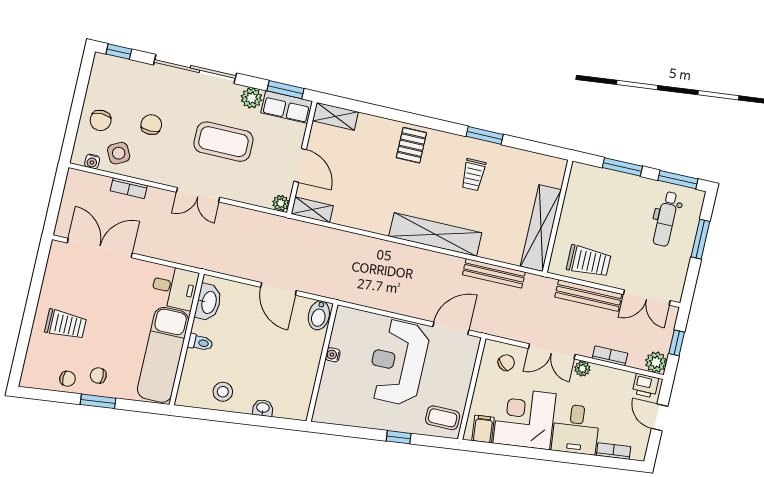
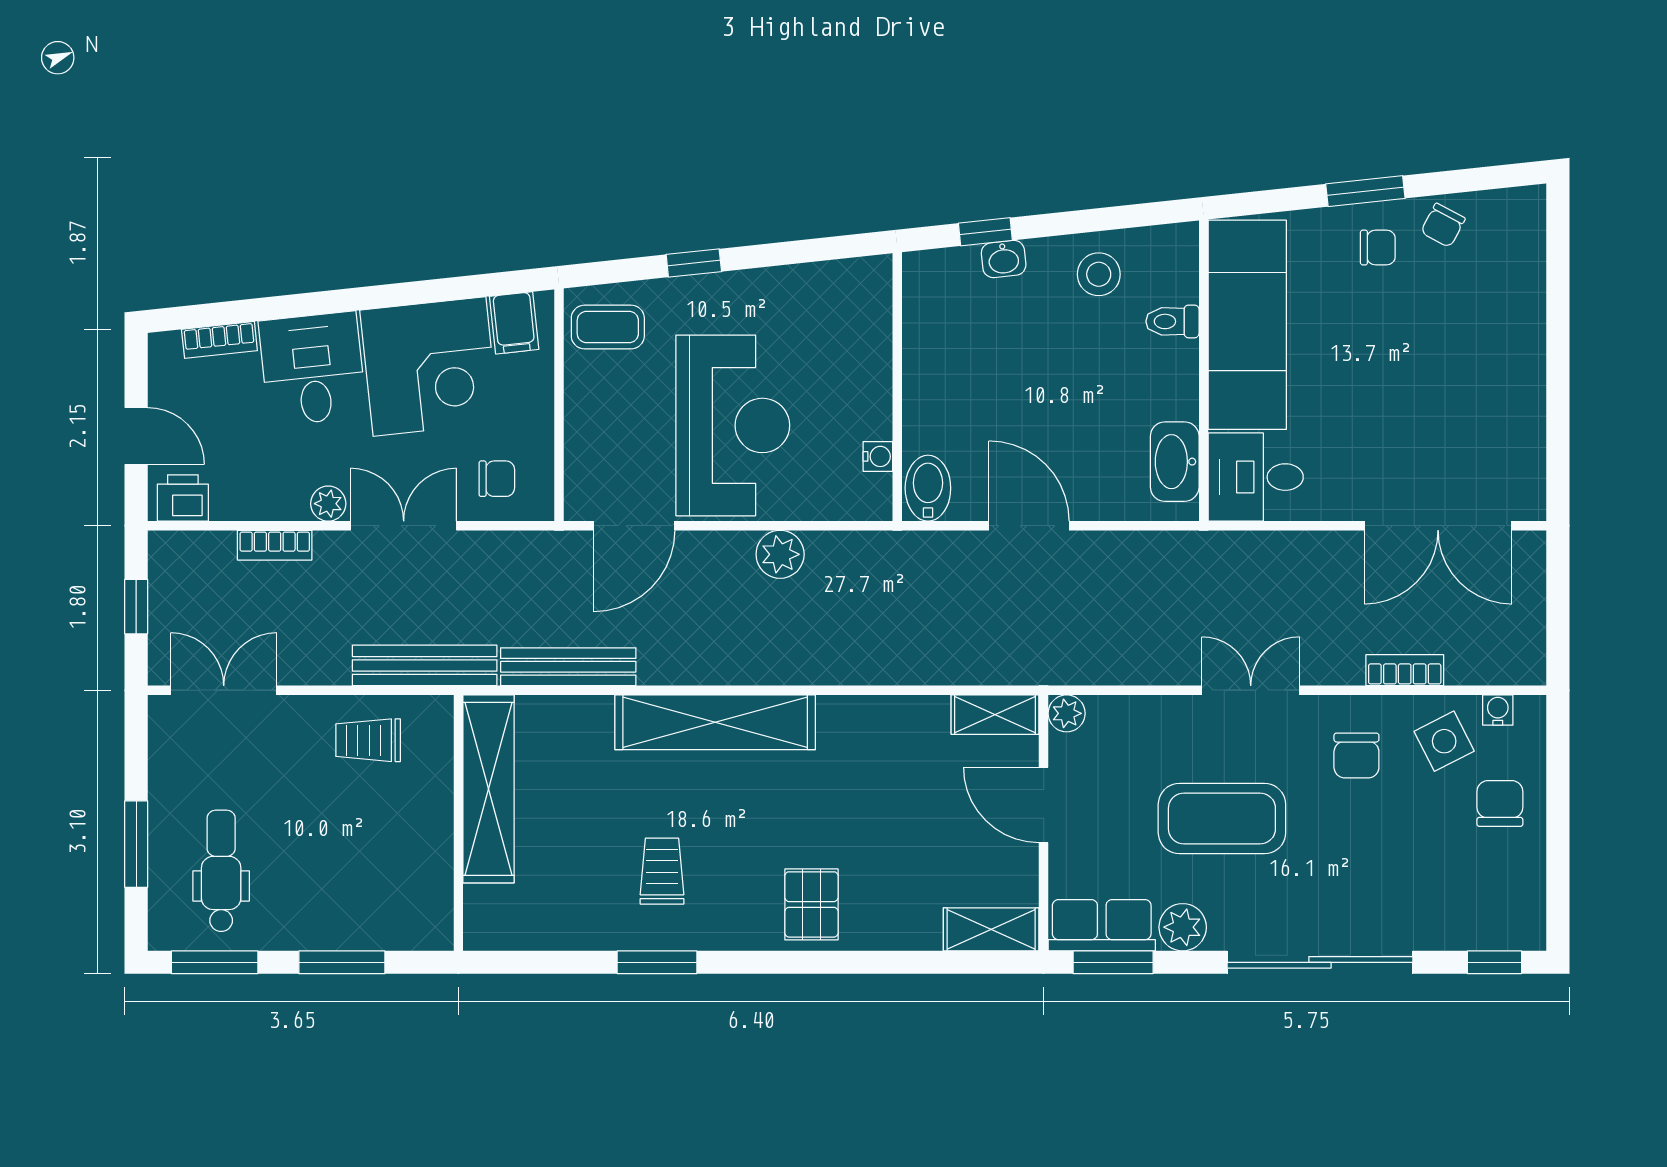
chair: (151, 125) -> (1356, 756), moved
trolley: (589, 261) -> (368, 740), width x0.73, depth x0.72
bench: (588, 296) -> (425, 665), moved
trolley: (66, 324) -> (1474, 342), removed
toilet: (200, 342) -> (1172, 321), moved
water cooler: (333, 355) -> (878, 456), moved
plant: (656, 362) -> (780, 554), moved
chair: (506, 363) -> (497, 479), turned -133
chair: (68, 379) -> (1443, 225), turned -62
window: (268, 422) -> (985, 232), added

